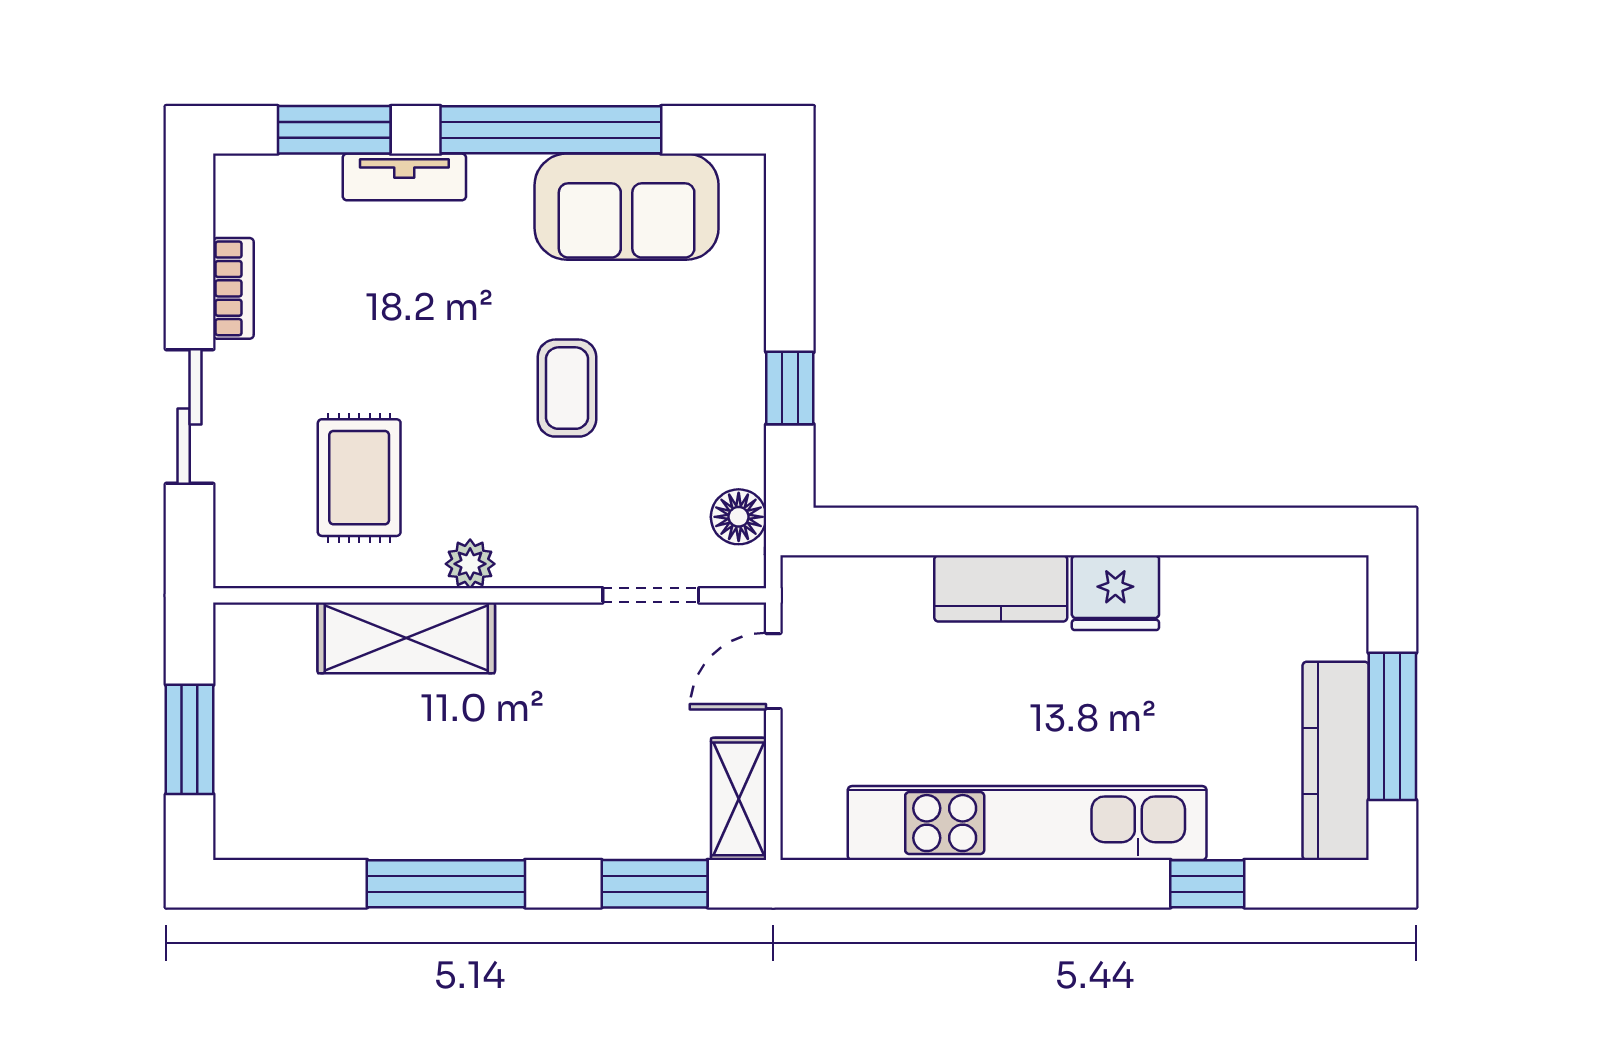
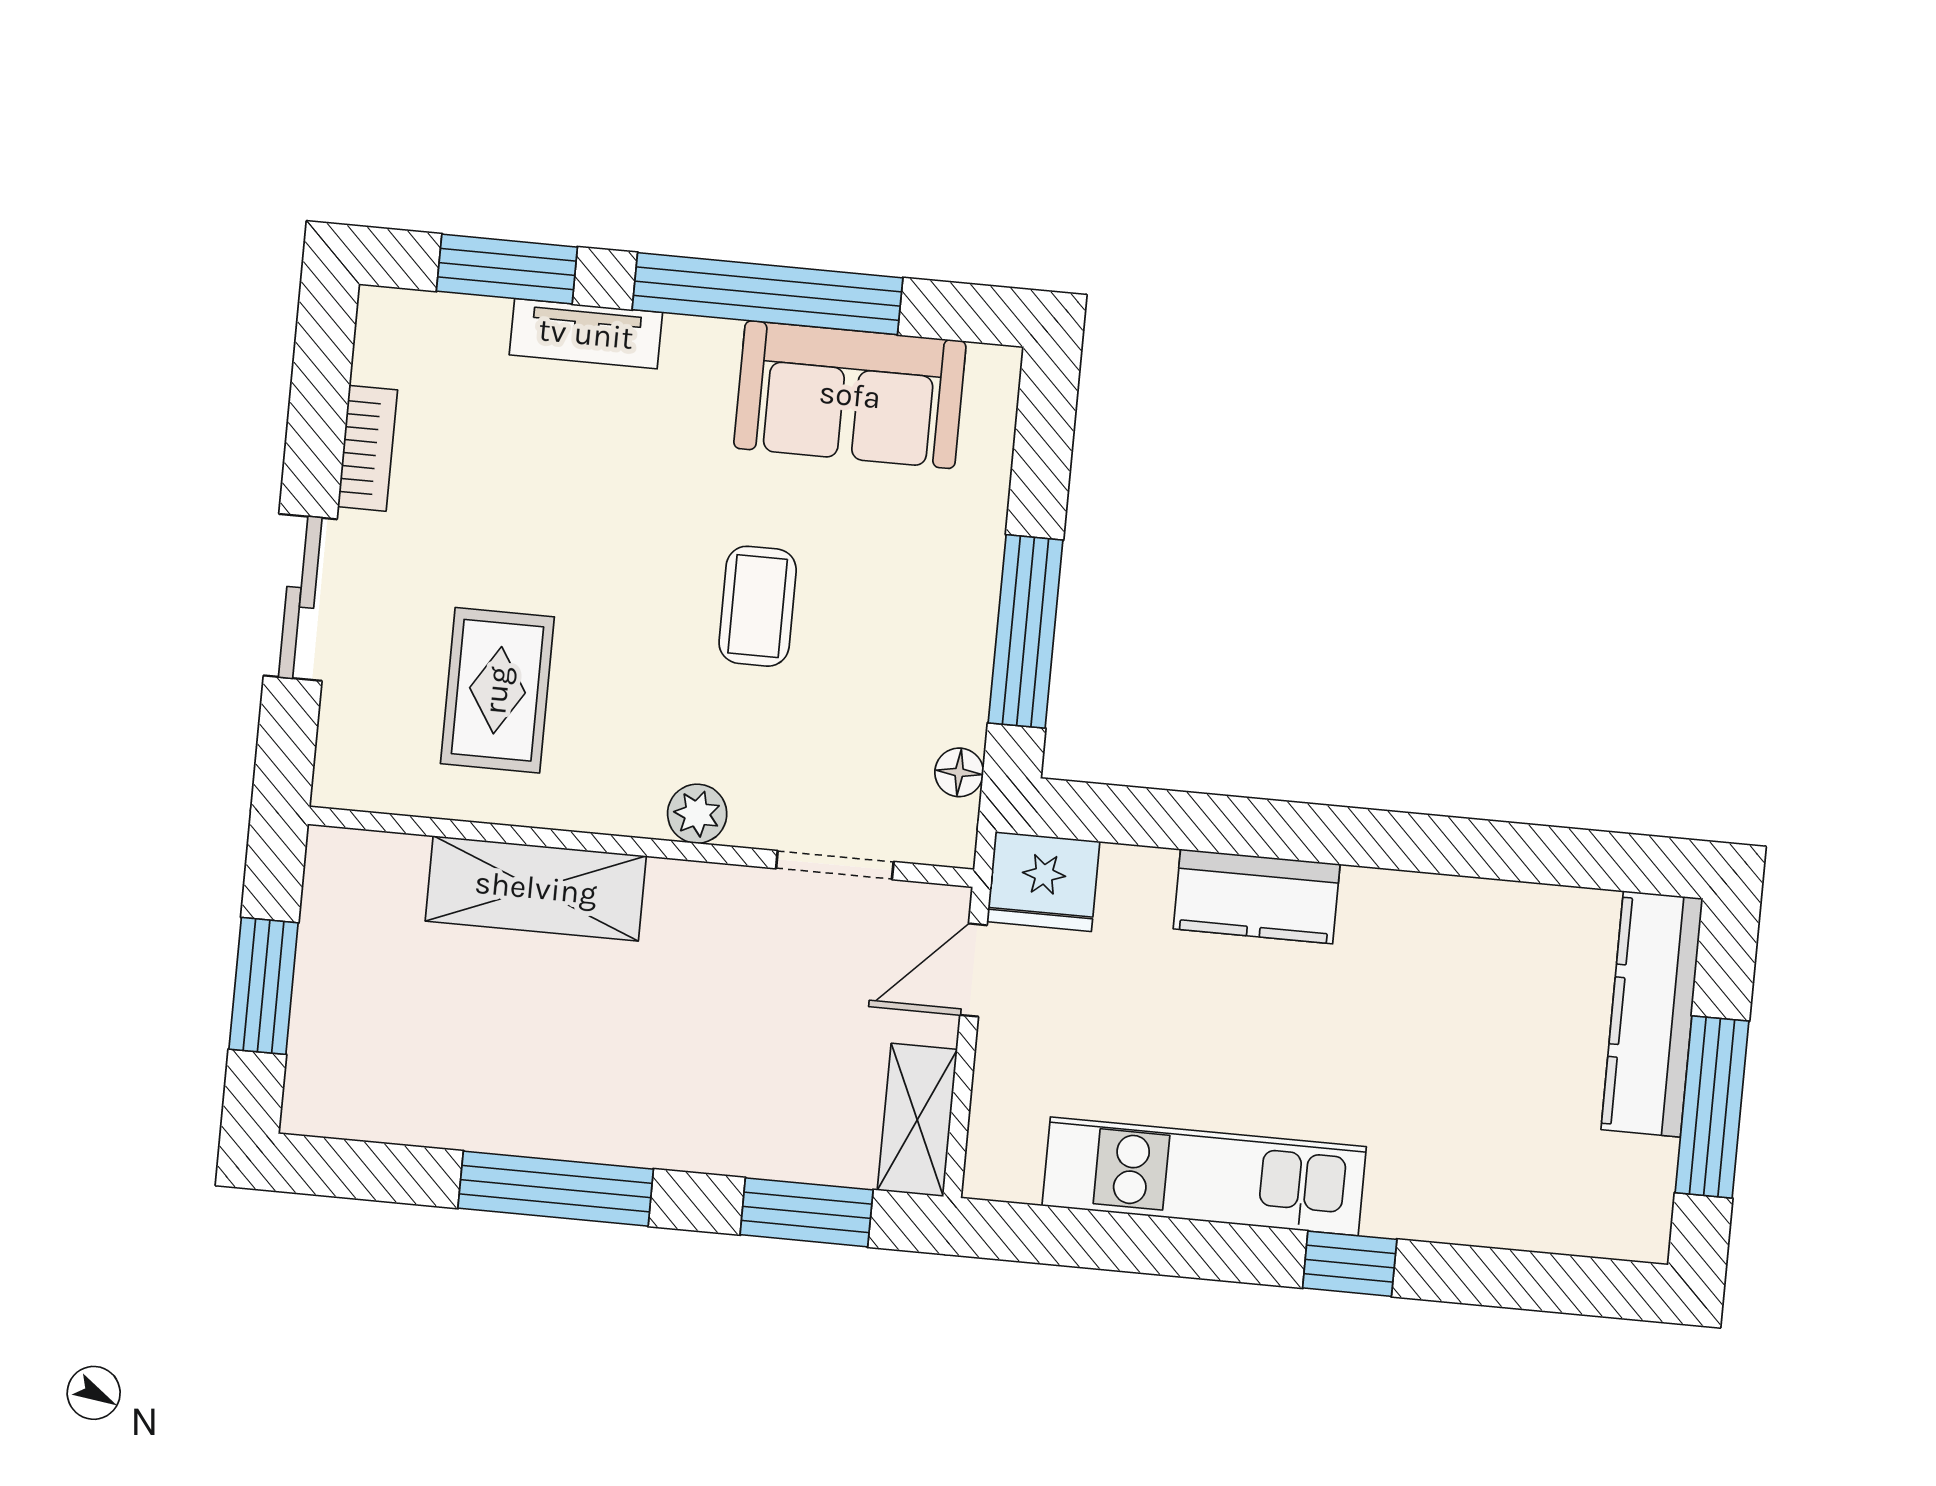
window: (790, 388) -> (1026, 631), width x2.17
floor lamp: (739, 517) -> (959, 772), width x0.73, depth x0.73
plant: (470, 564) -> (697, 814), moved
fridge: (1115, 593) -> (1043, 882), moved
kitchen counter: (1336, 761) -> (1652, 1014), moved
kitchen unit: (1027, 823) -> (1204, 1176), width x0.73
window: (1207, 884) -> (1350, 1264), moved

